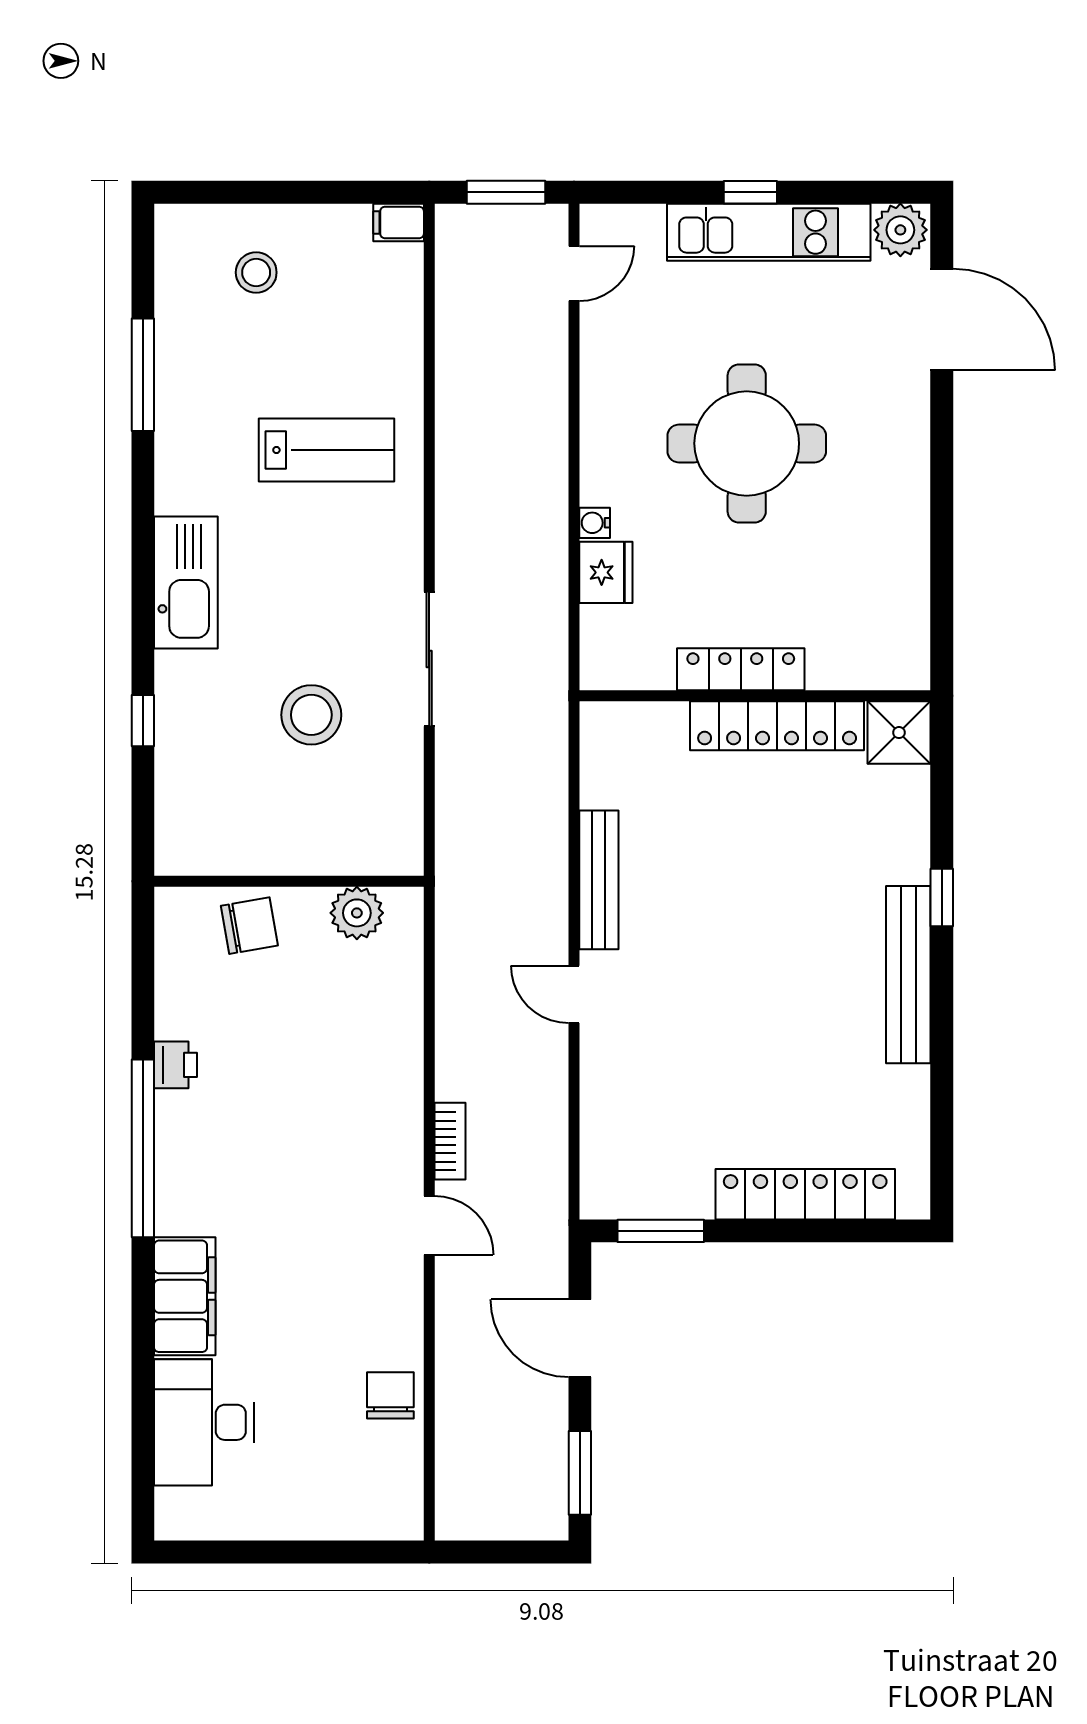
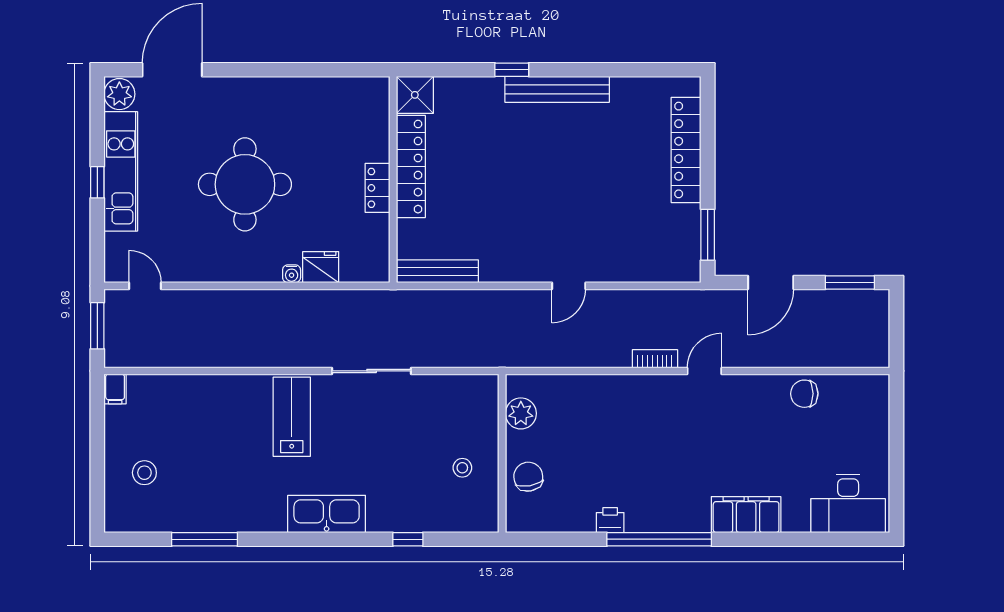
lab bench: (326, 450) -> (292, 417), moved
locker: (741, 669) -> (378, 188), width x0.66
stool: (311, 715) -> (462, 468), moved, width x0.53, depth x0.53
bench: (599, 880) -> (437, 271), moved
desk: (204, 1422) -> (848, 503), moved

